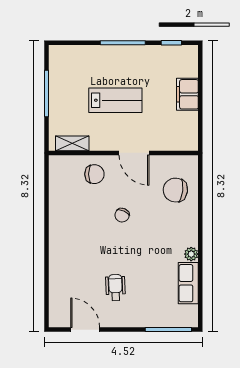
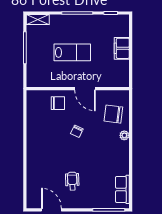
shelving: (72, 143) -> (38, 20), moved
plant: (191, 254) -> (124, 135), moved
row of seats: (188, 283) -> (122, 189), moved

